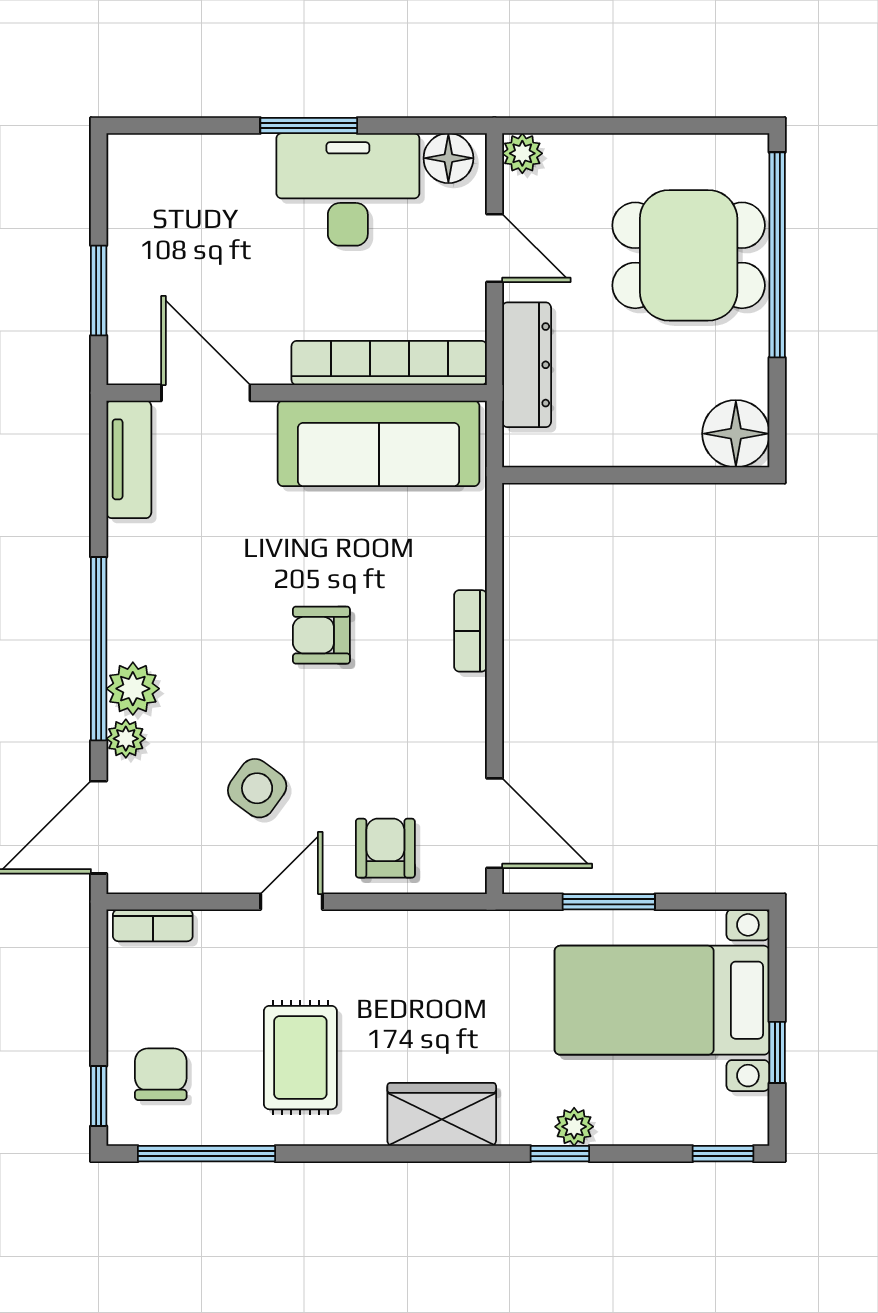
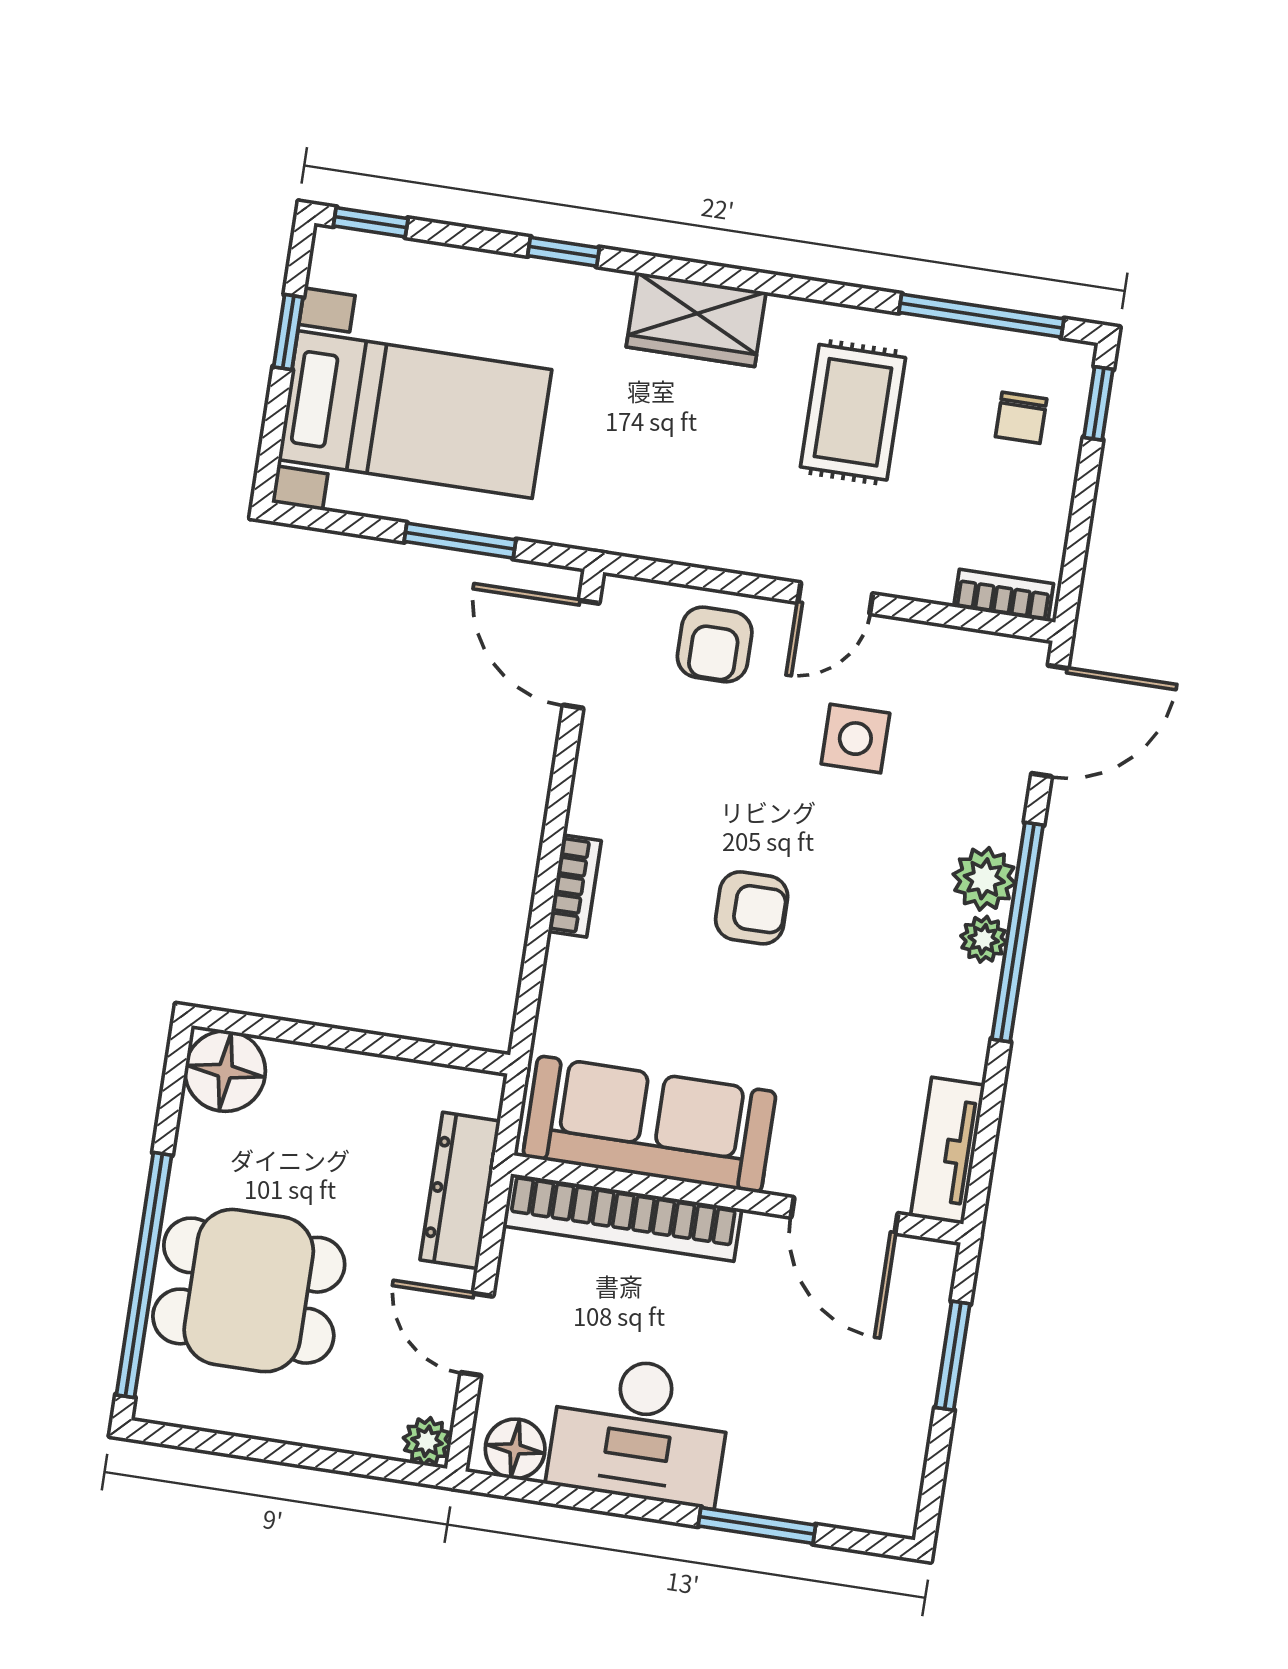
window: (309, 126) -> (757, 1525), moved
plant: (126, 739) -> (984, 939), moved
side table: (257, 788) -> (855, 739), turned -36
chair: (161, 1074) -> (1021, 418), width x0.73, depth x0.73
plant: (574, 1127) -> (542, 281), removed

